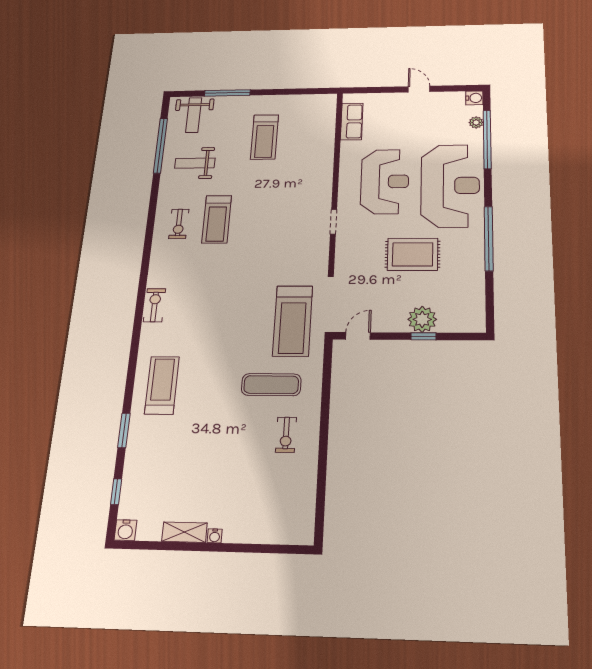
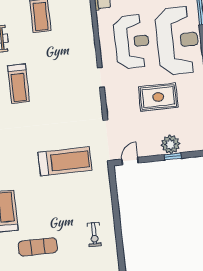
treadmill: (293, 321) -> (65, 161), moved, turned -90
exercise mat: (271, 385) -> (38, 247), moved

